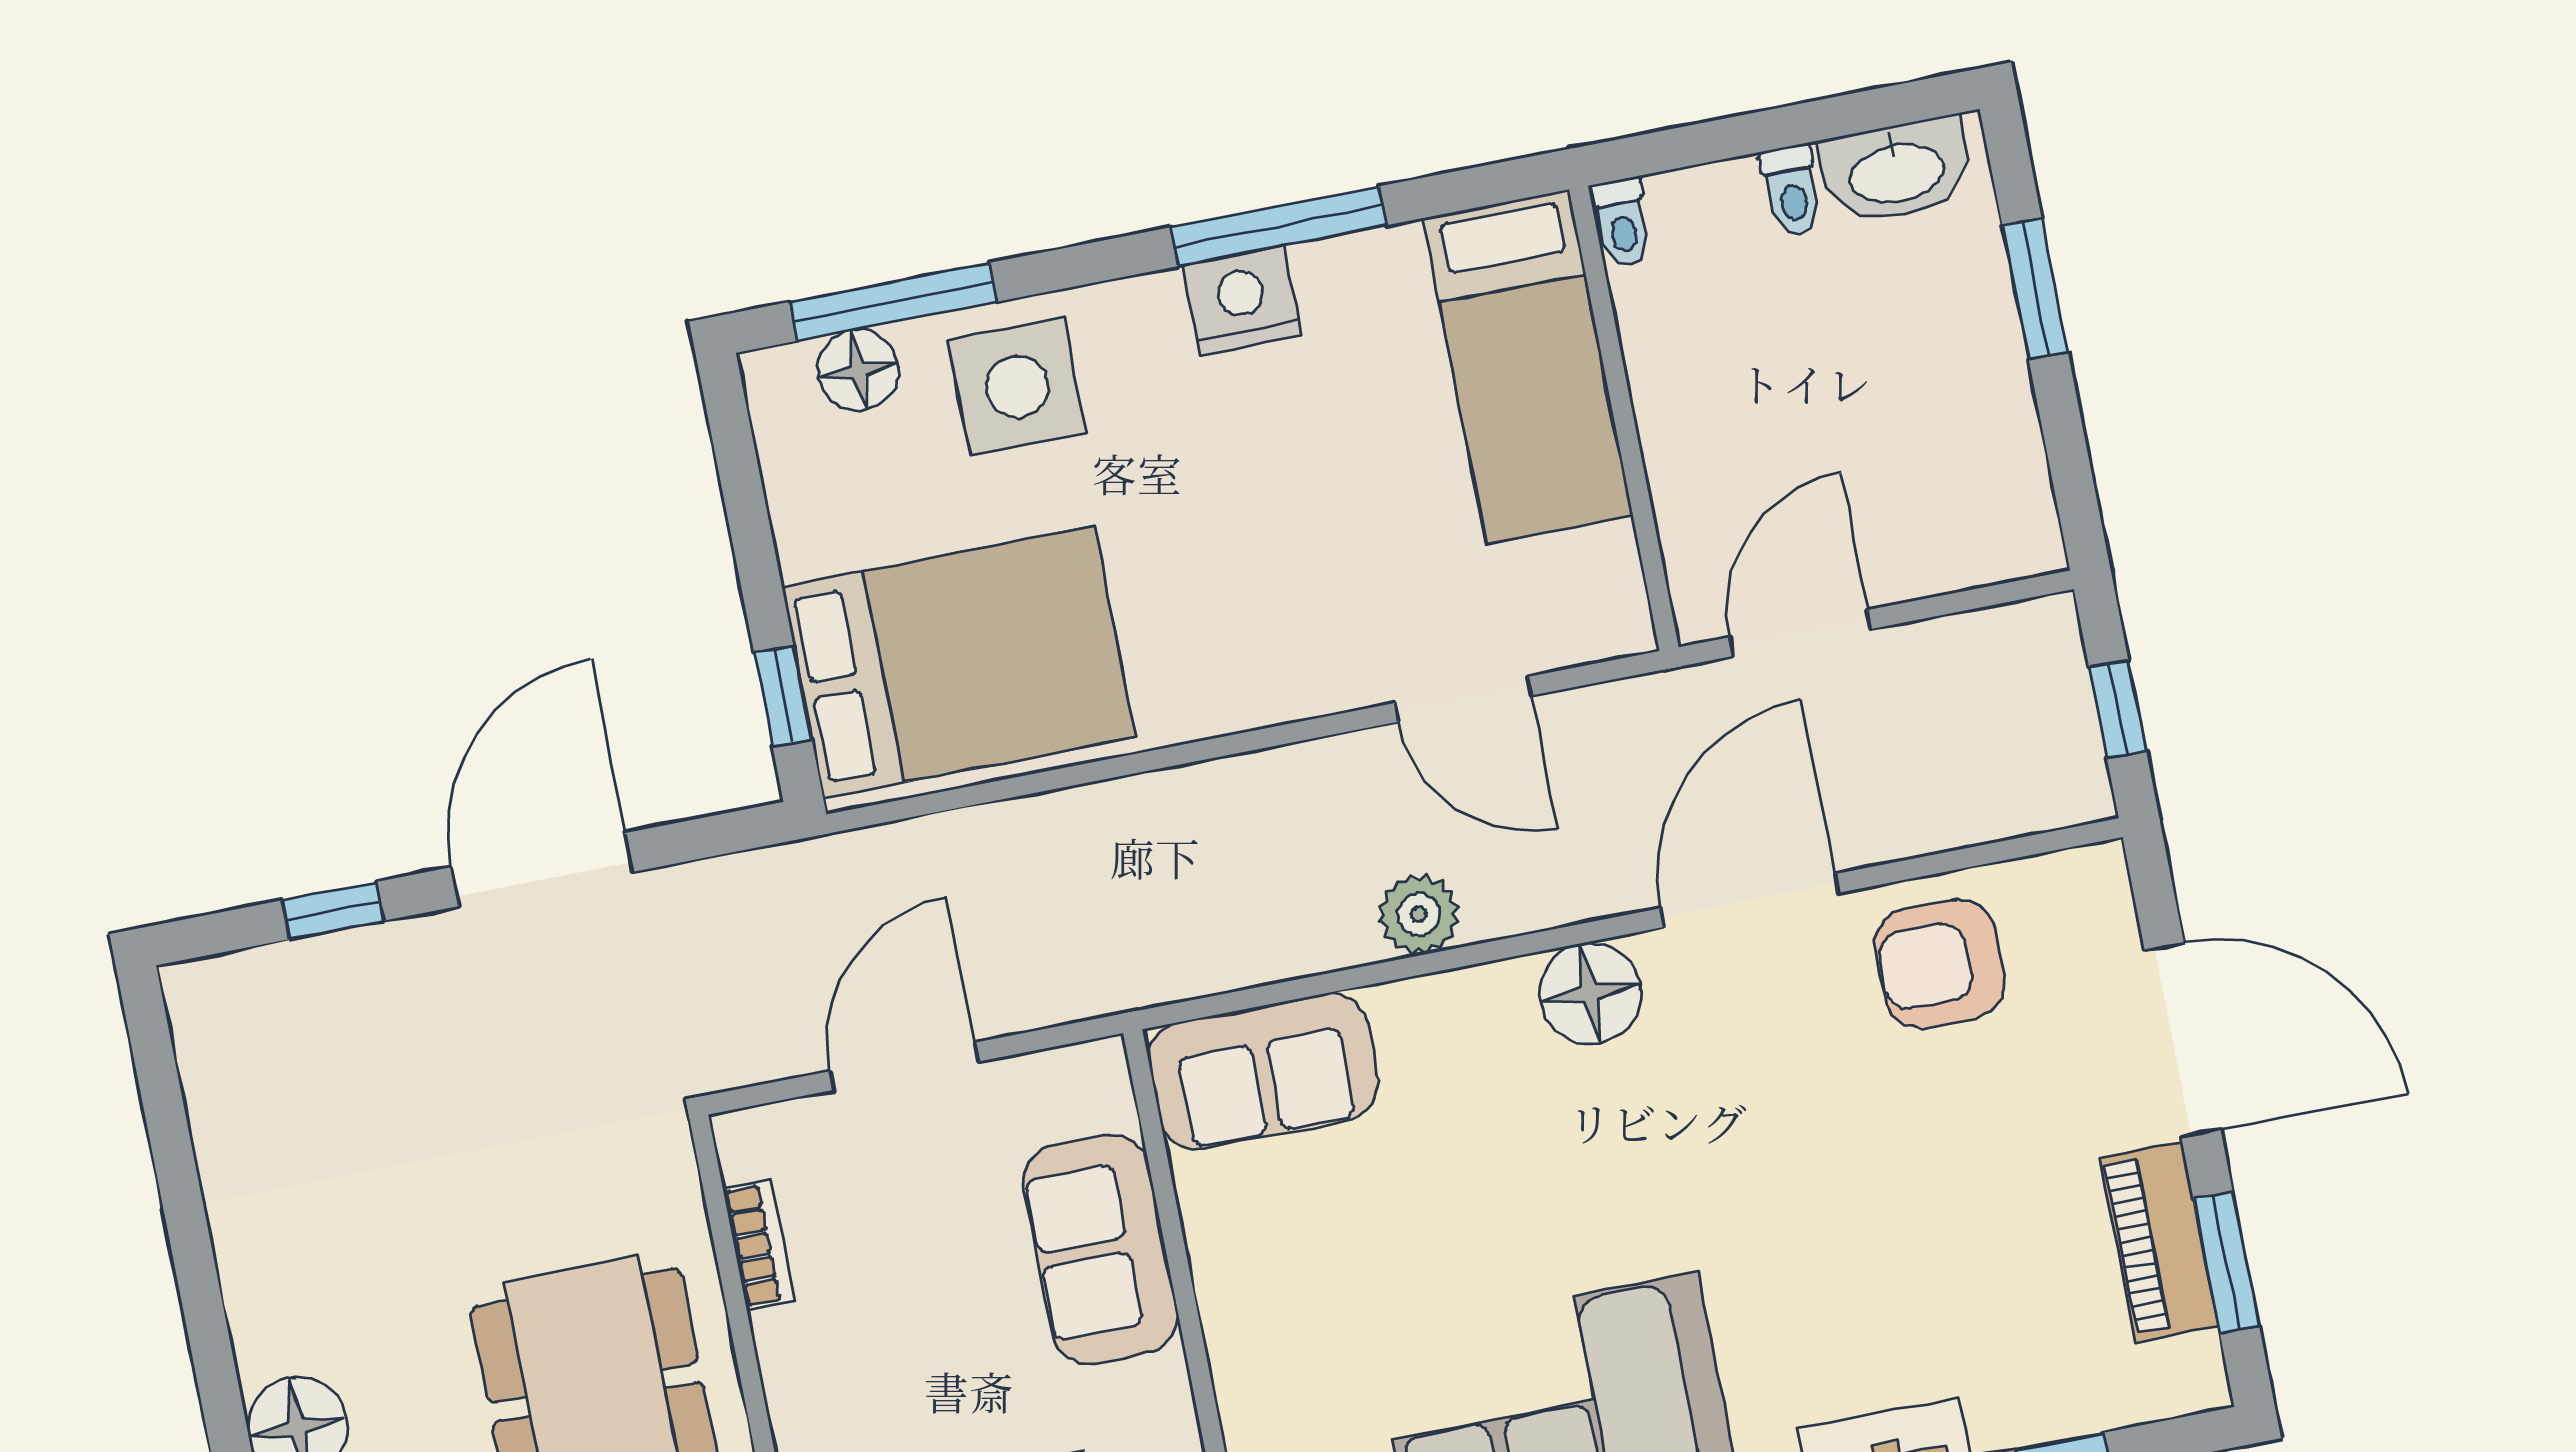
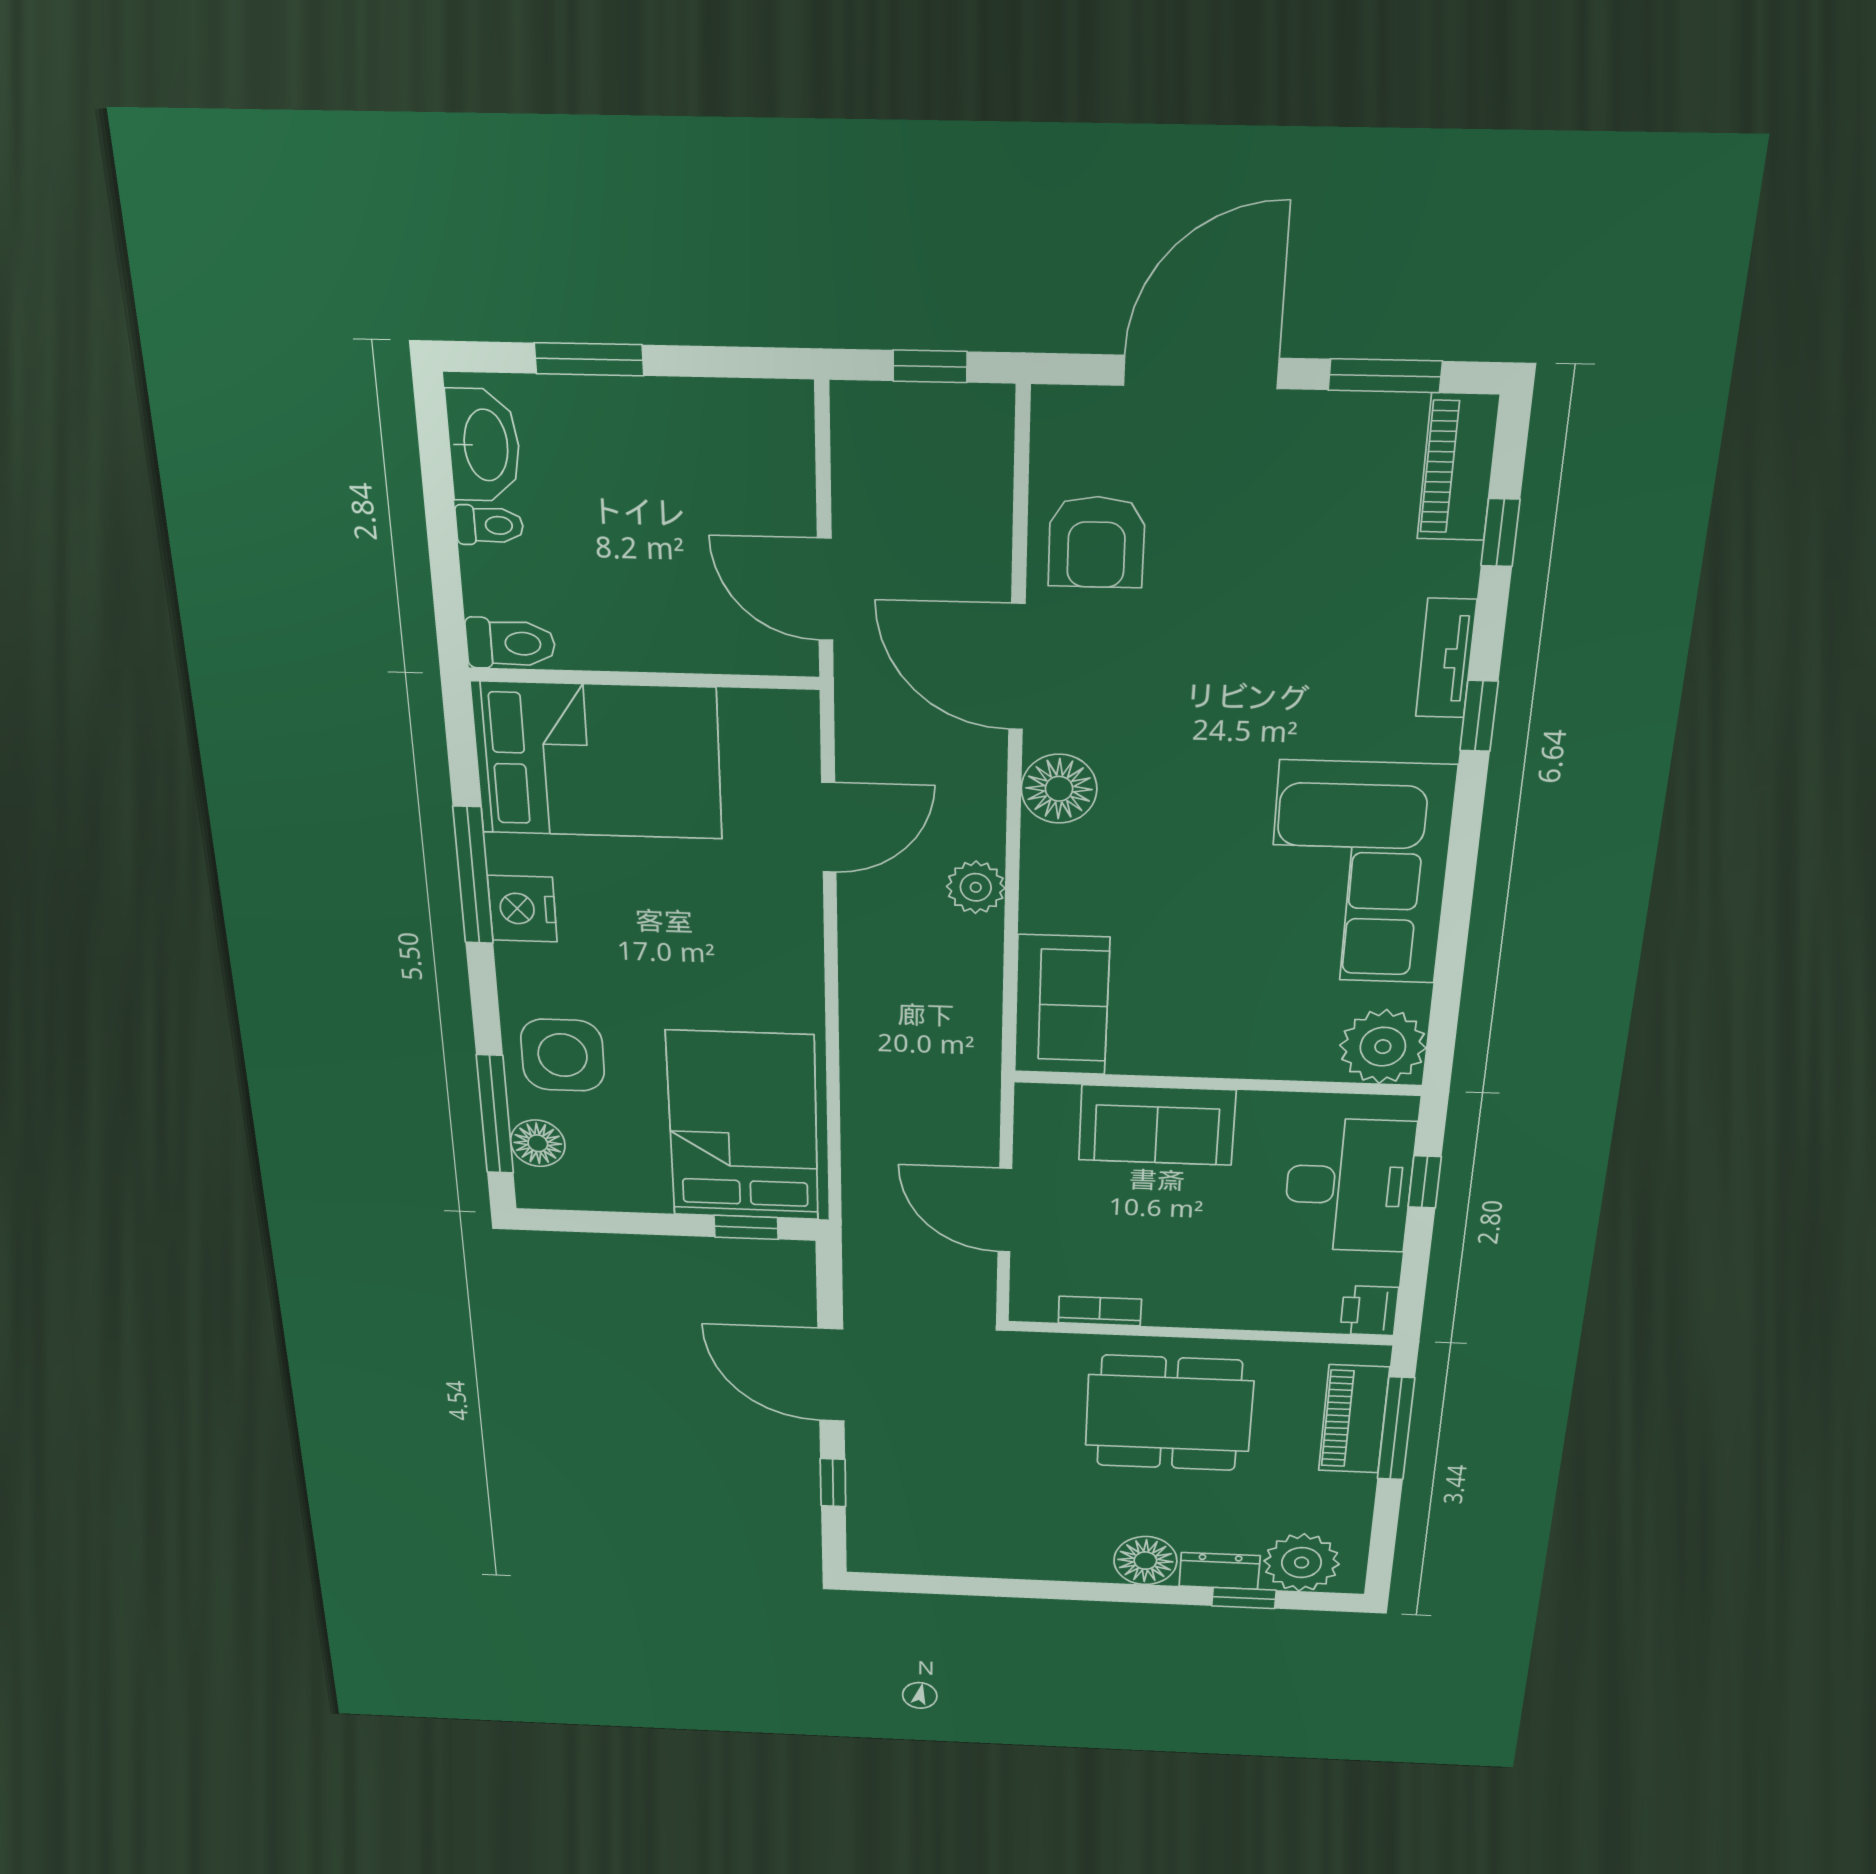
toilet: (1622, 222) -> (511, 643), width x1.37, depth x1.39
bed: (1528, 367) -> (598, 761), width x1.50
piano: (2159, 1242) -> (1458, 467), moved, turned 90

